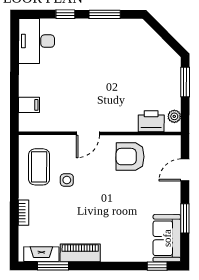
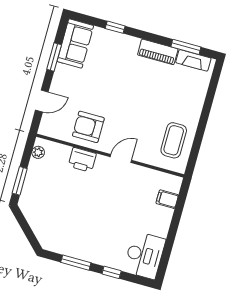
printer: (151, 121) -> (82, 160), moved
armchair: (130, 157) -> (88, 127), turned 180
side table: (67, 180) -> (152, 121), removed
bookcase: (24, 213) -> (199, 103), removed
window: (157, 266) -> (115, 27), moved

